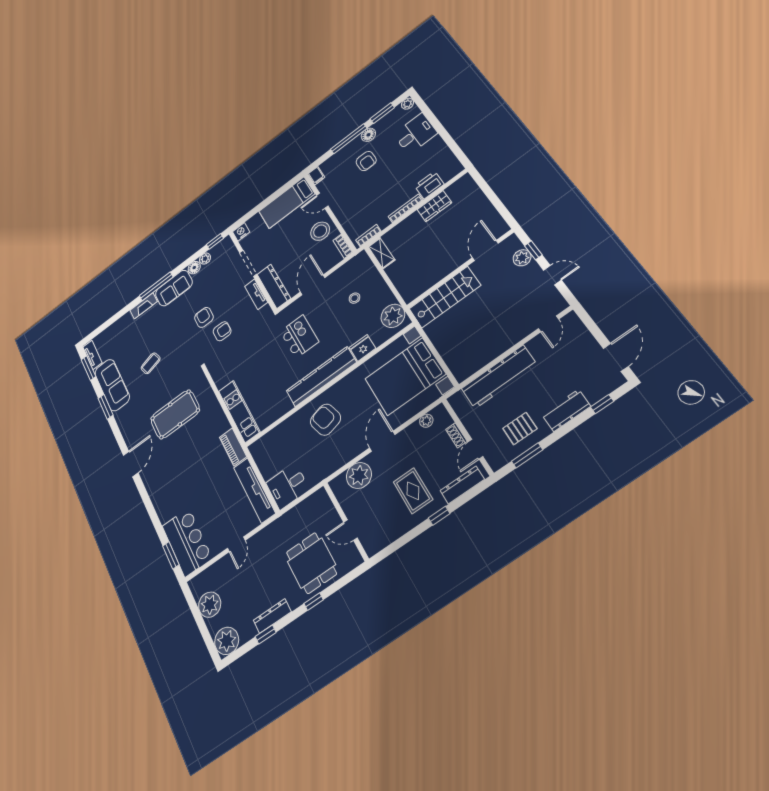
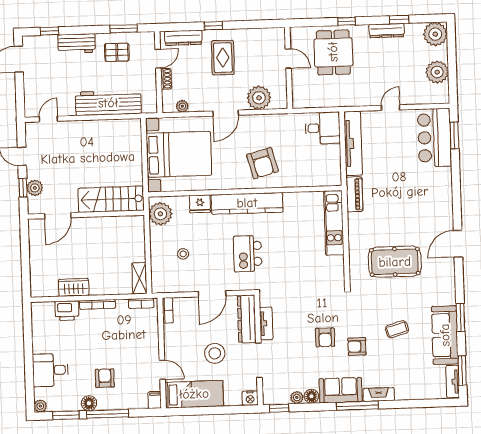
stool: (320, 231) -> (215, 353), moved
armchair: (222, 331) -> (357, 346), moved

